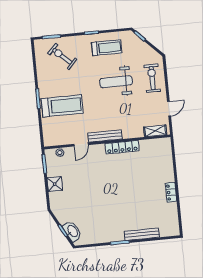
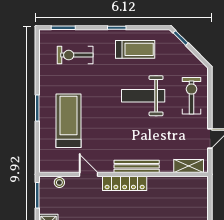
exercise bike: (62, 56) -> (75, 55), turned -43
treadmill: (62, 106) -> (68, 121), turned -90
bench: (105, 136) -> (137, 166), moved
door: (81, 144) -> (89, 174), swing flipped
locker: (122, 147) -> (125, 183), moved

